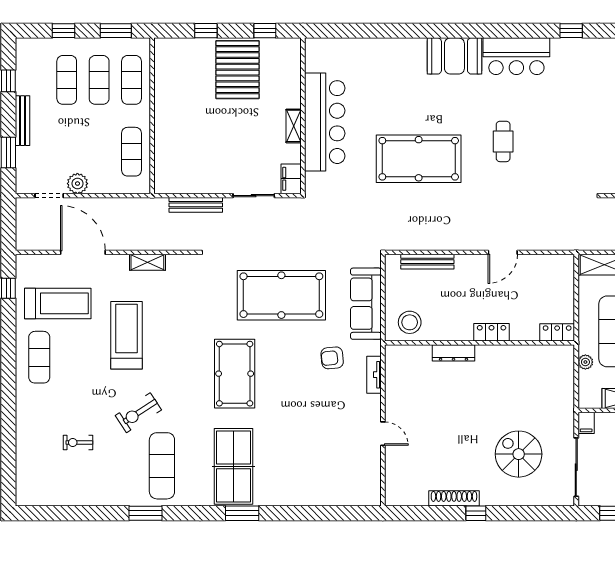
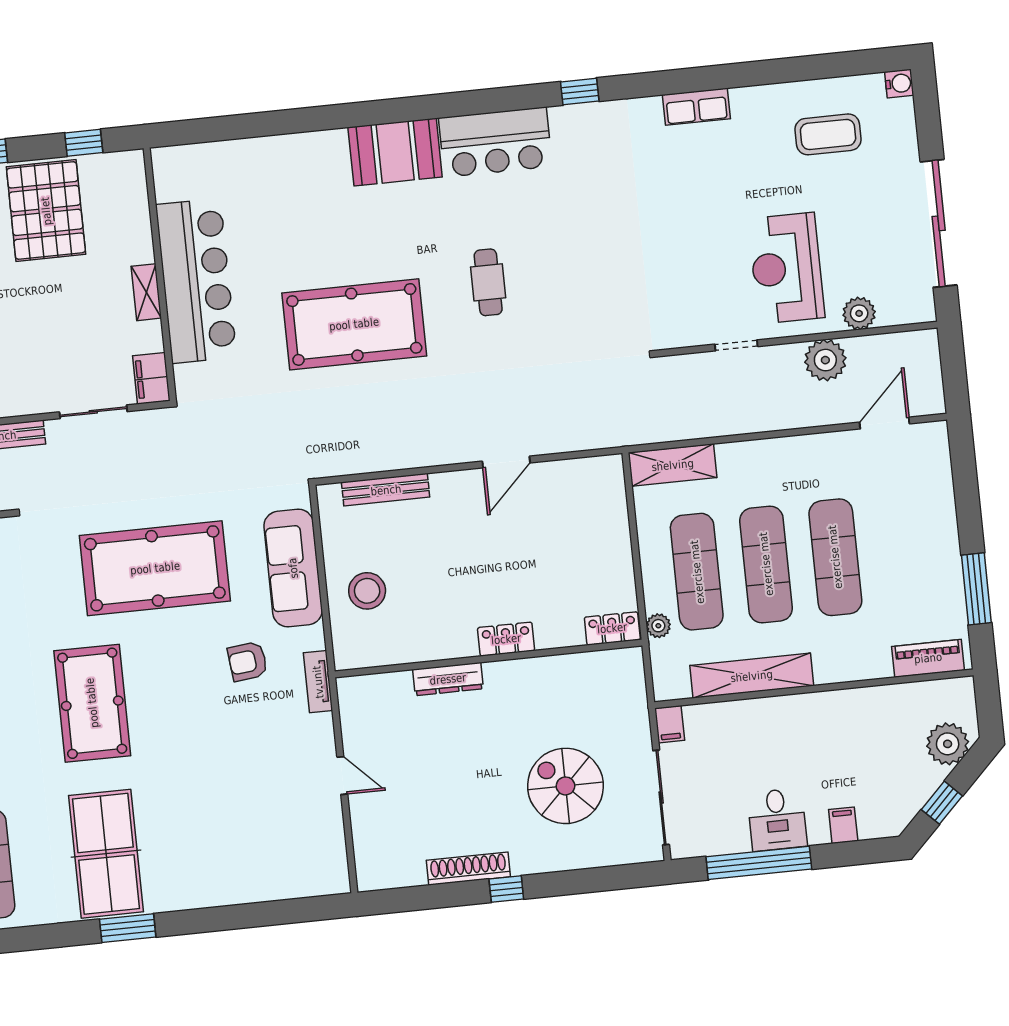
locker: (492, 332) -> (506, 639), moved
locker: (557, 332) -> (612, 628), moved
wall: (480, 343) -> (488, 658), moved
dresser: (454, 353) -> (448, 679), moved

